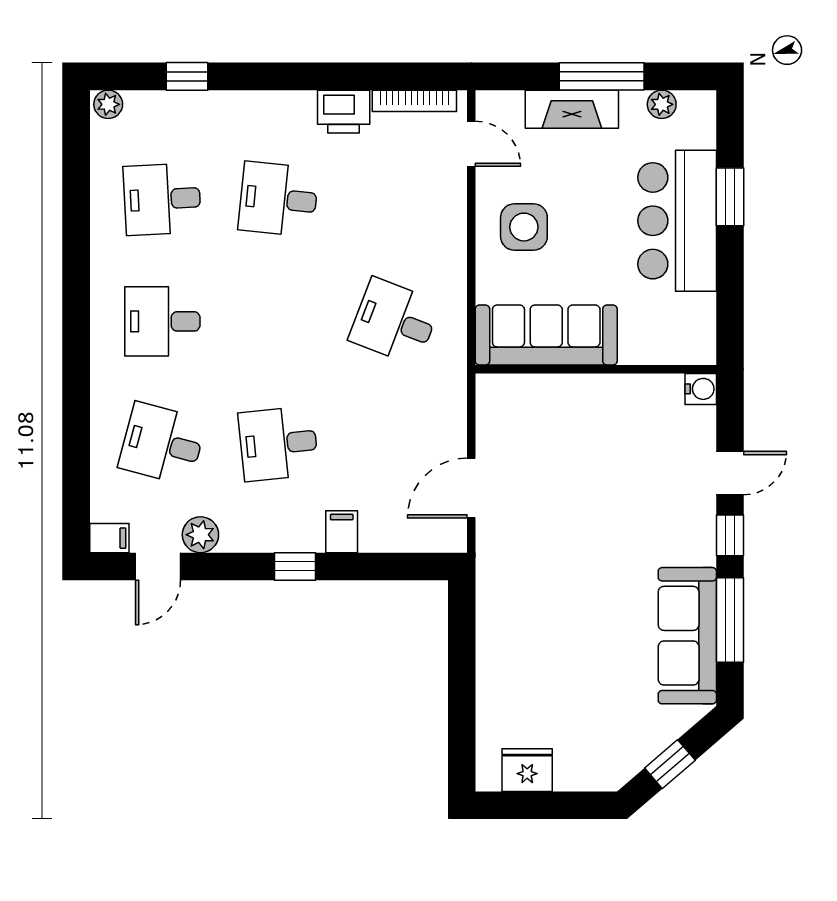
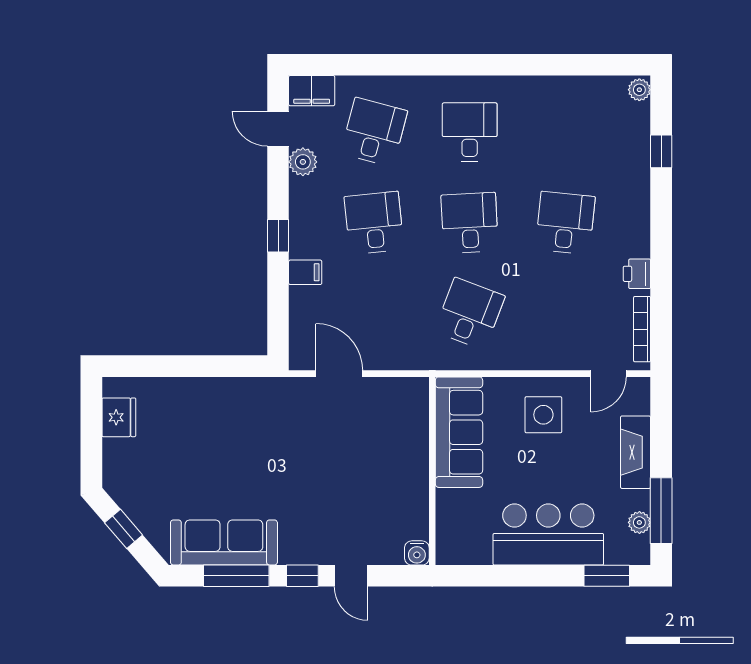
window: (602, 76) -> (661, 511), moved
printer: (344, 112) -> (637, 274), width x0.73, depth x0.81
window: (730, 197) -> (607, 576), moved
desk: (162, 199) -> (470, 223), moved
filing cabinet: (109, 538) -> (312, 91), width x2.00

